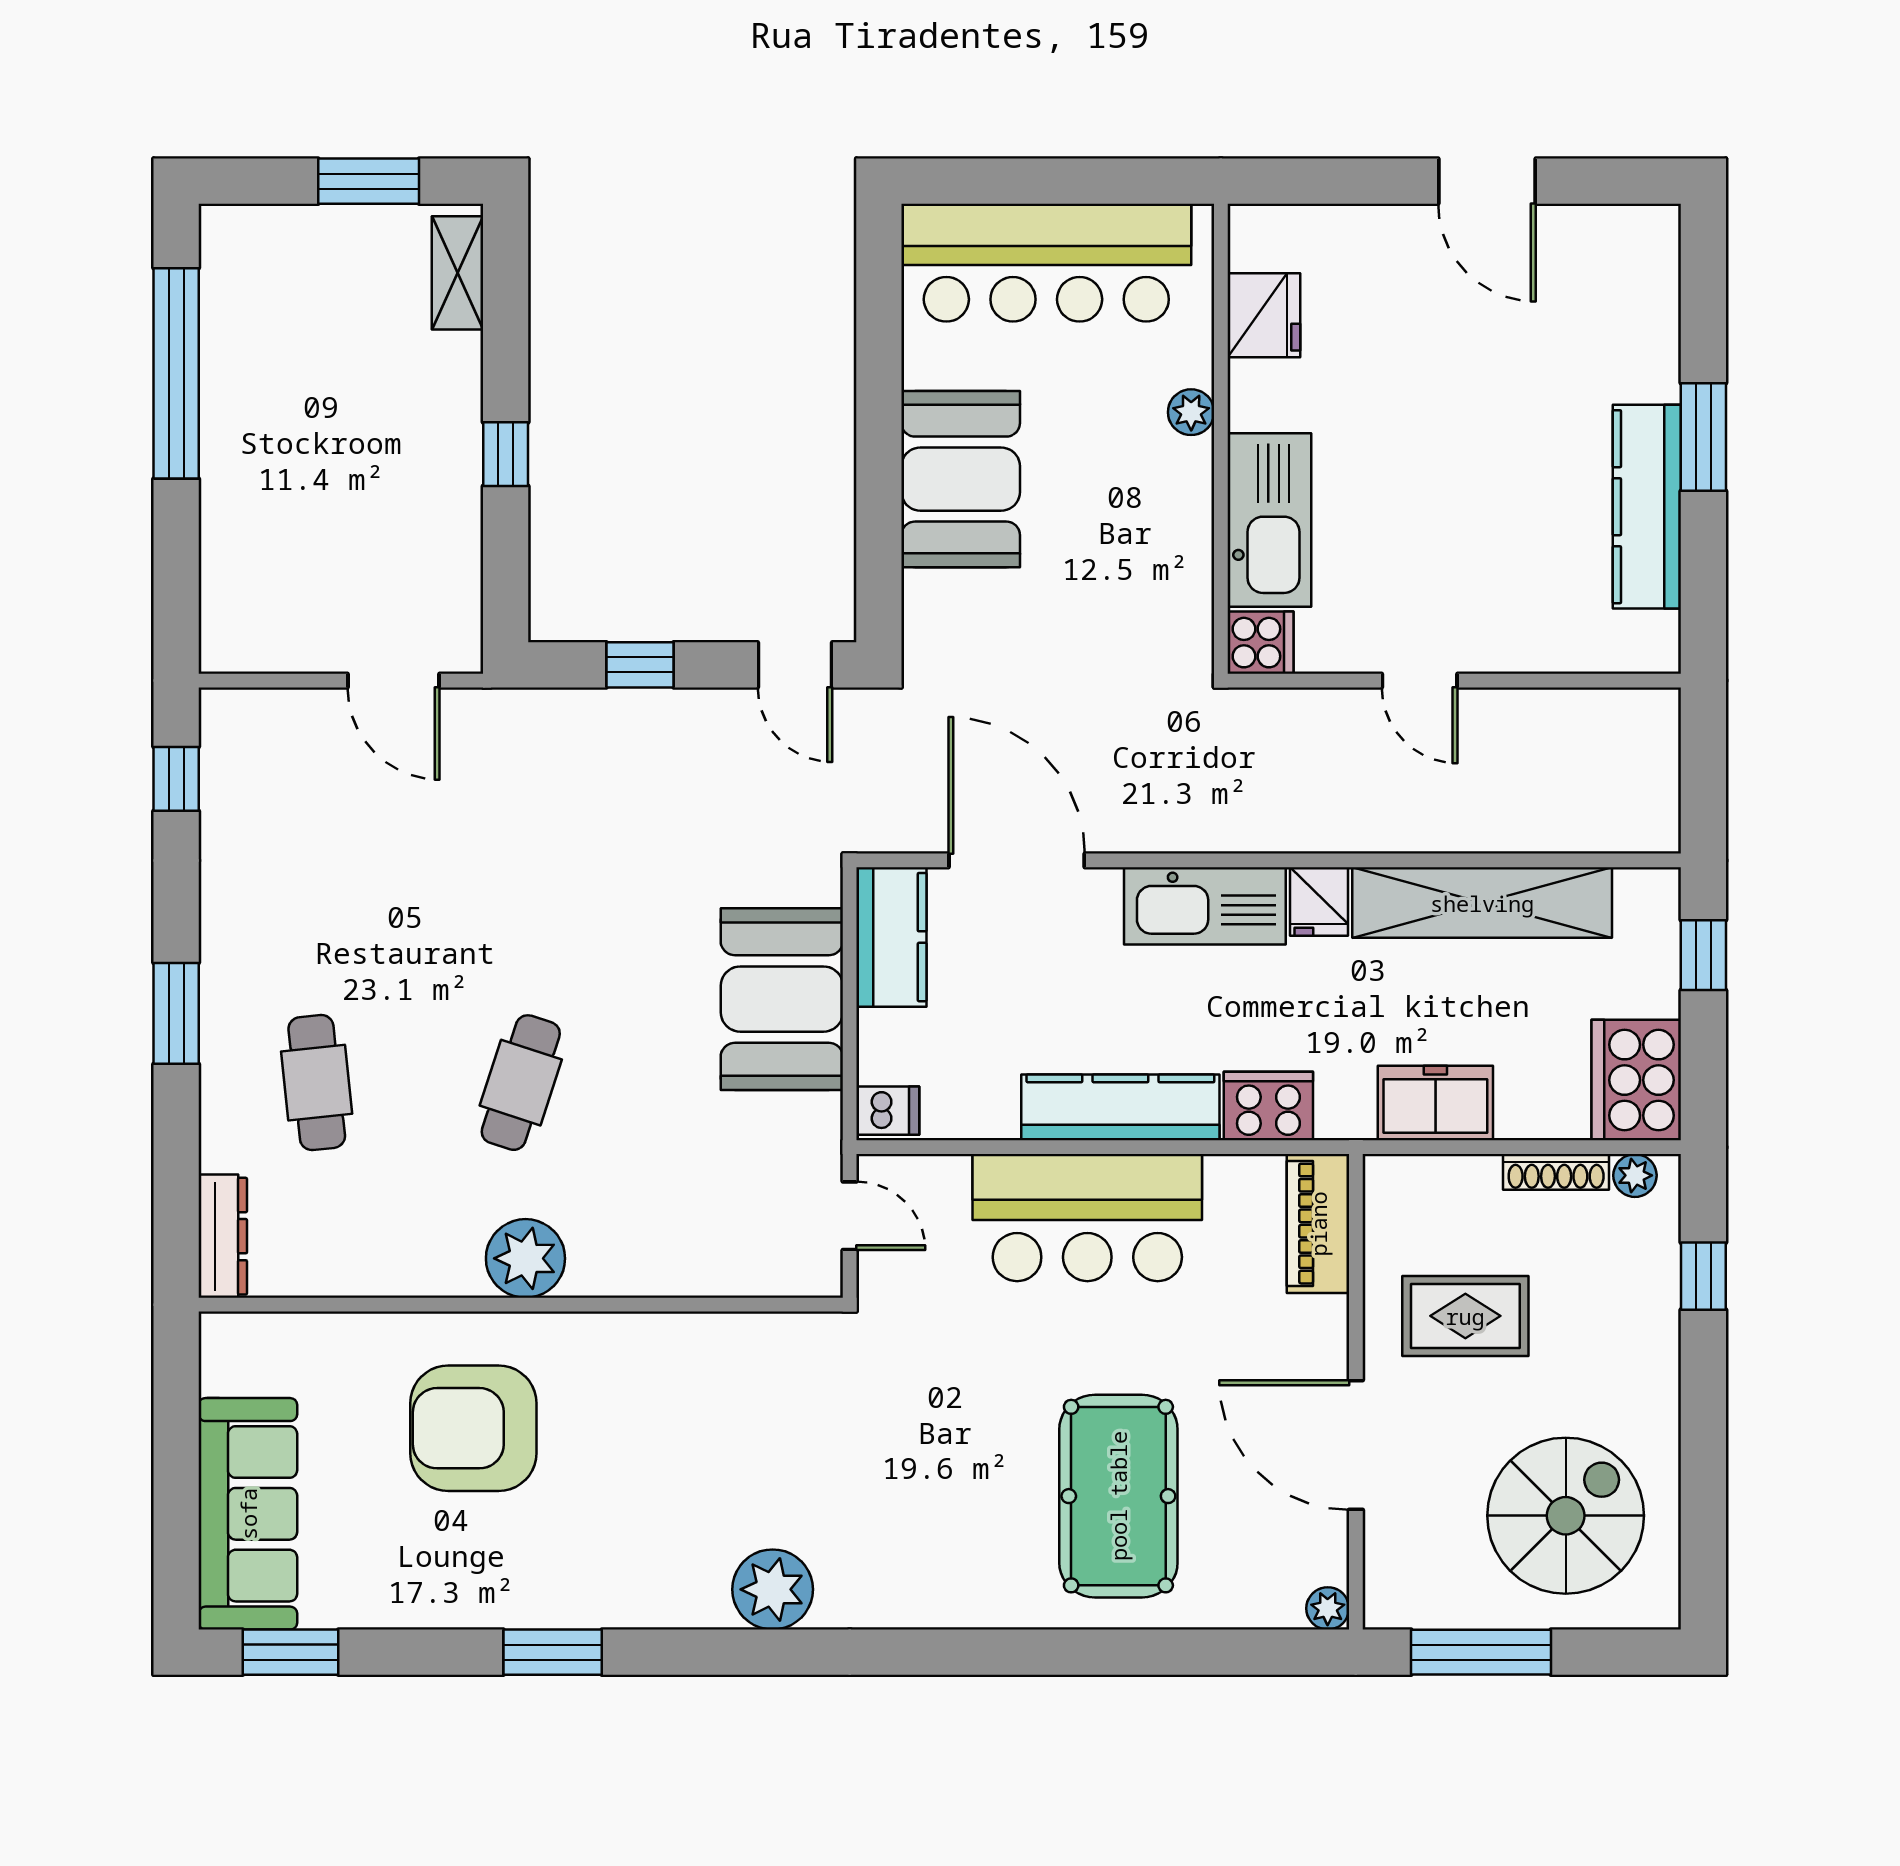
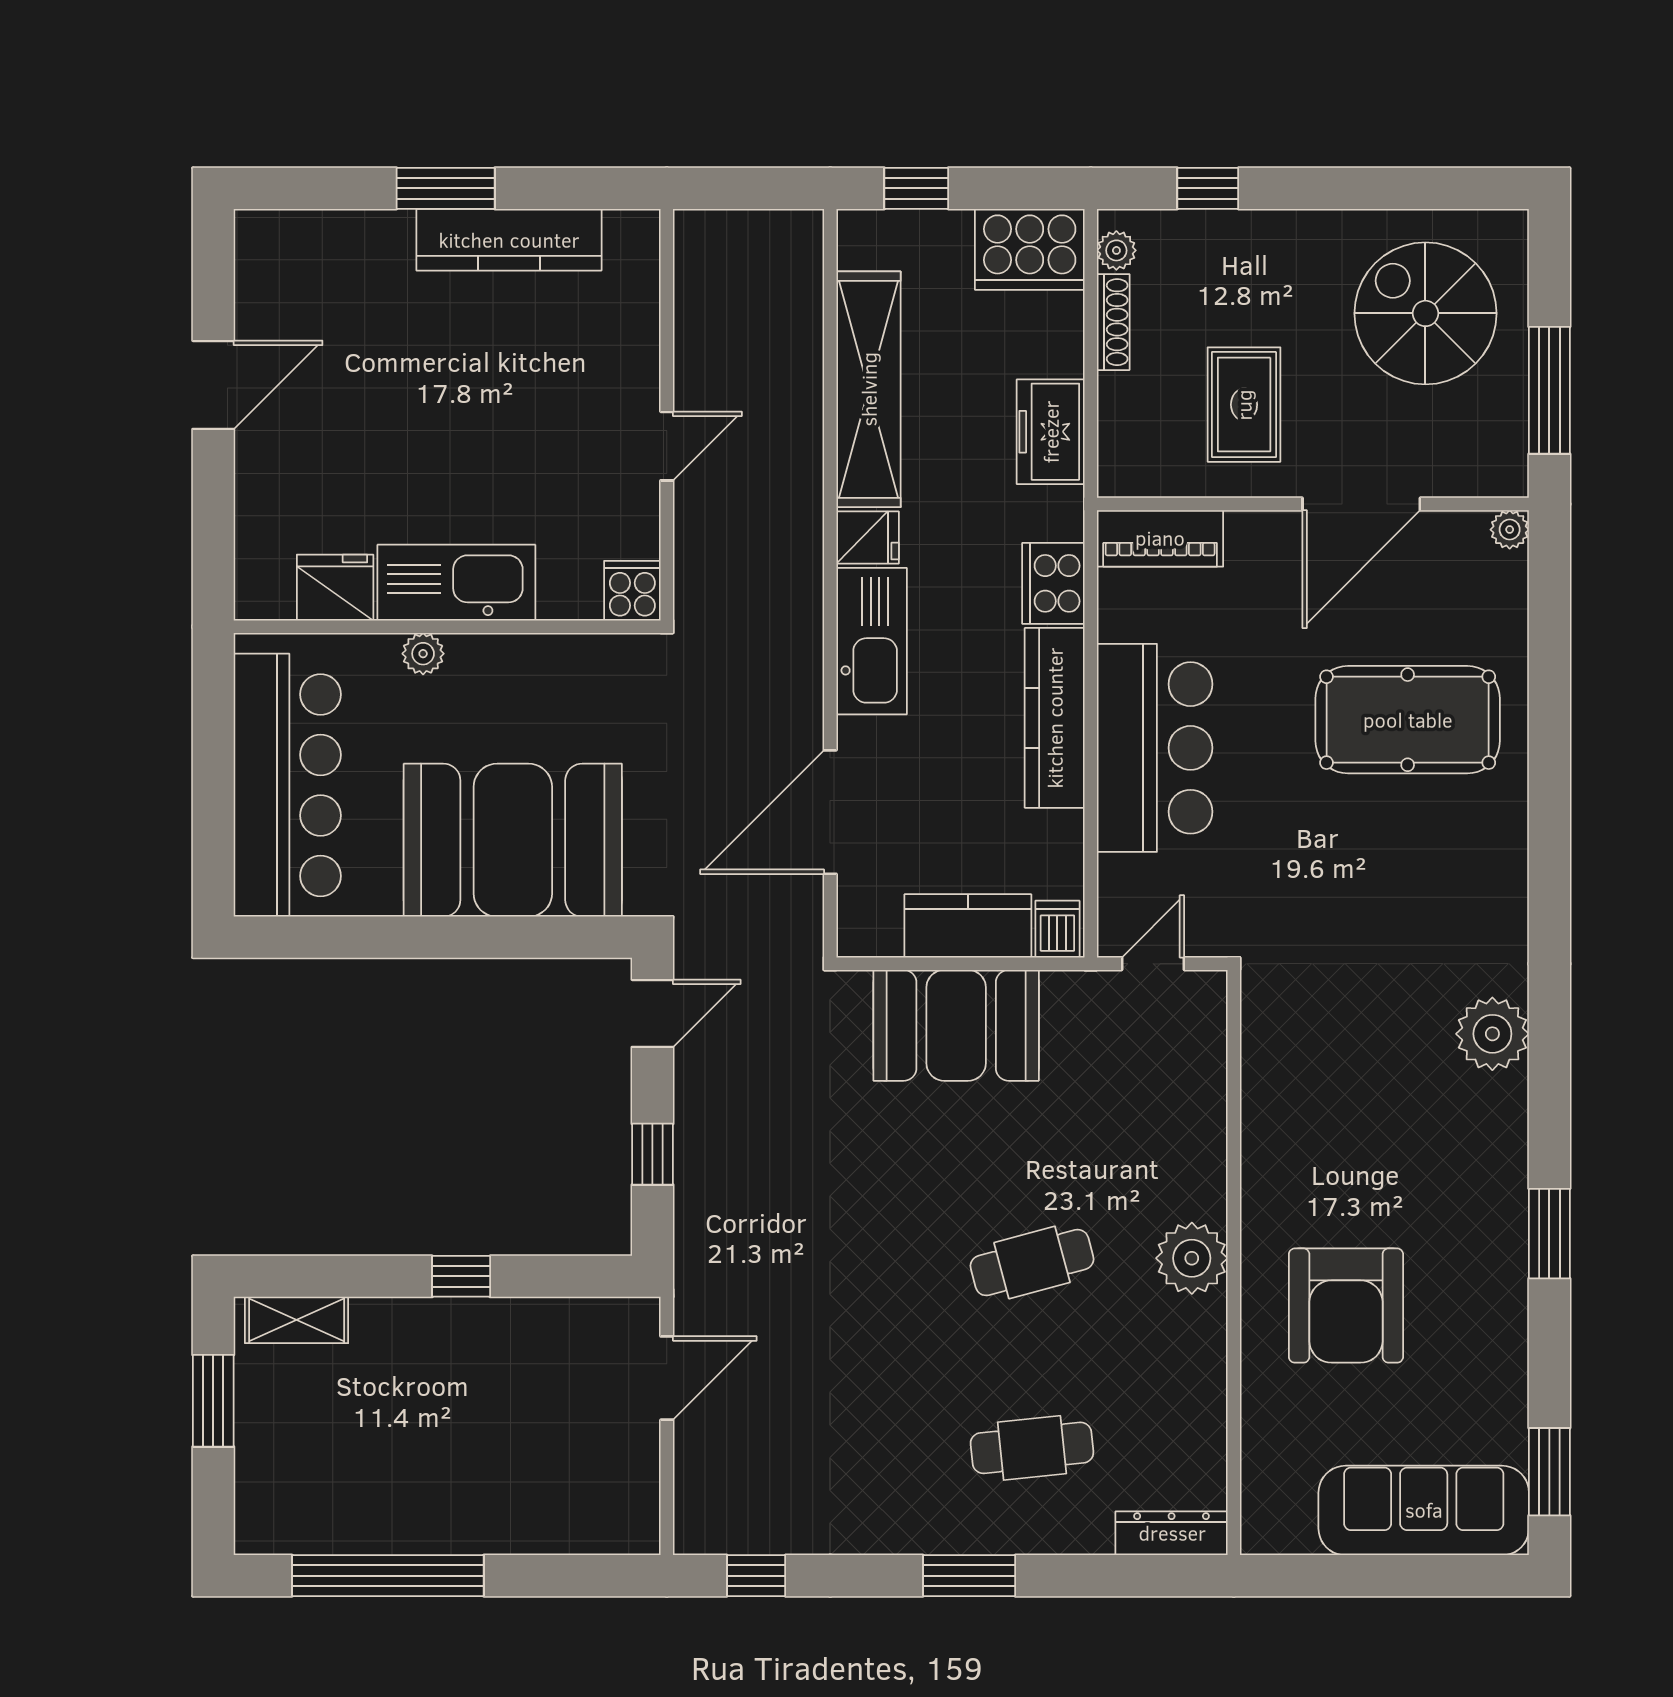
booth: (961, 479) -> (513, 840), width x1.36, depth x1.42
kitchen sink: (1269, 520) -> (456, 583), moved
kitchen counter: (891, 937) -> (968, 926), moved
cafe table: (521, 1083) -> (1032, 1263), turned -33

